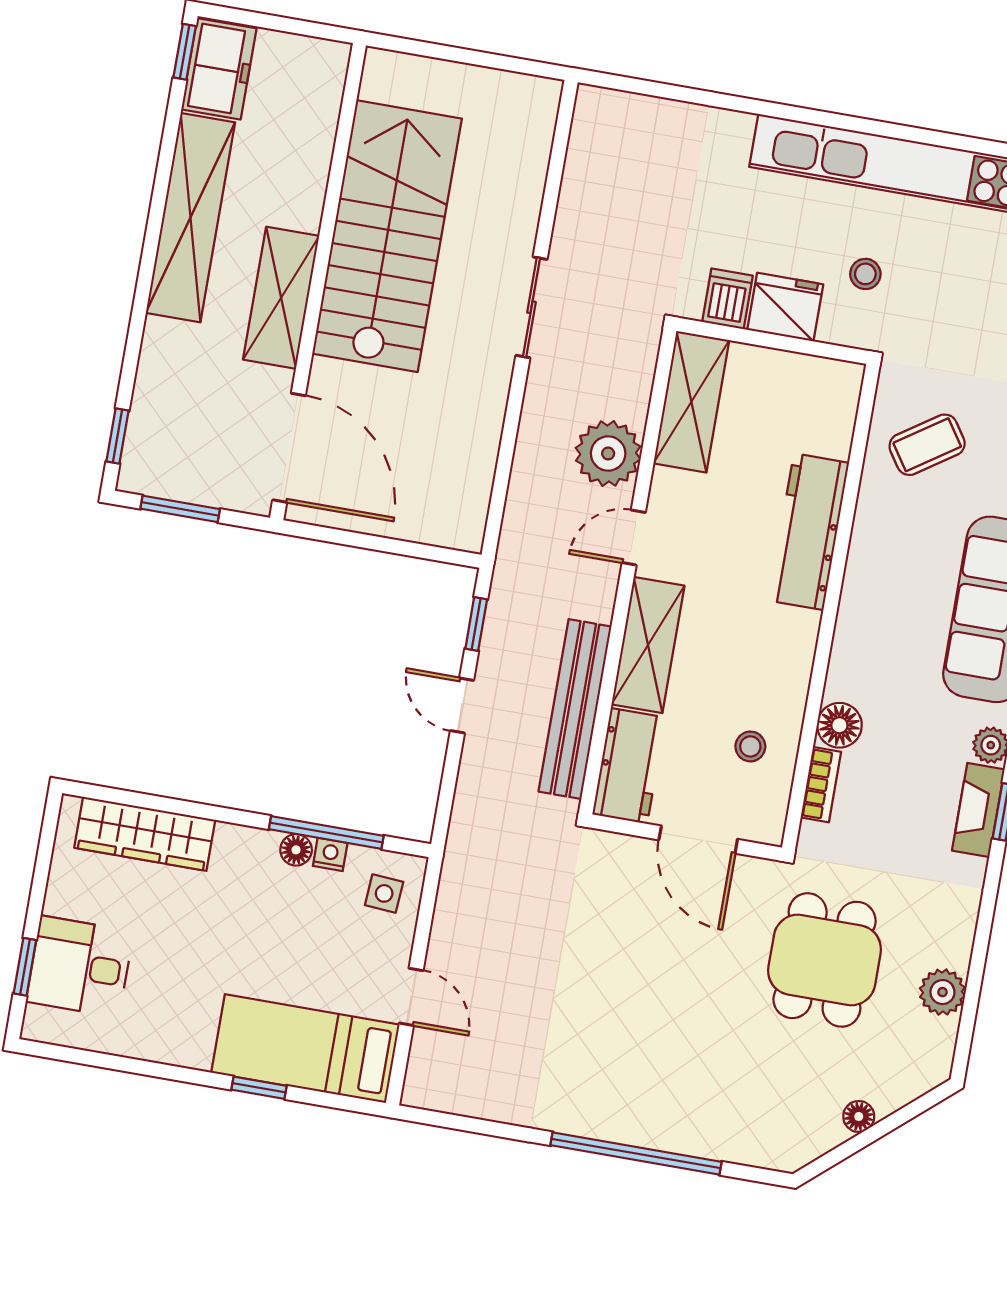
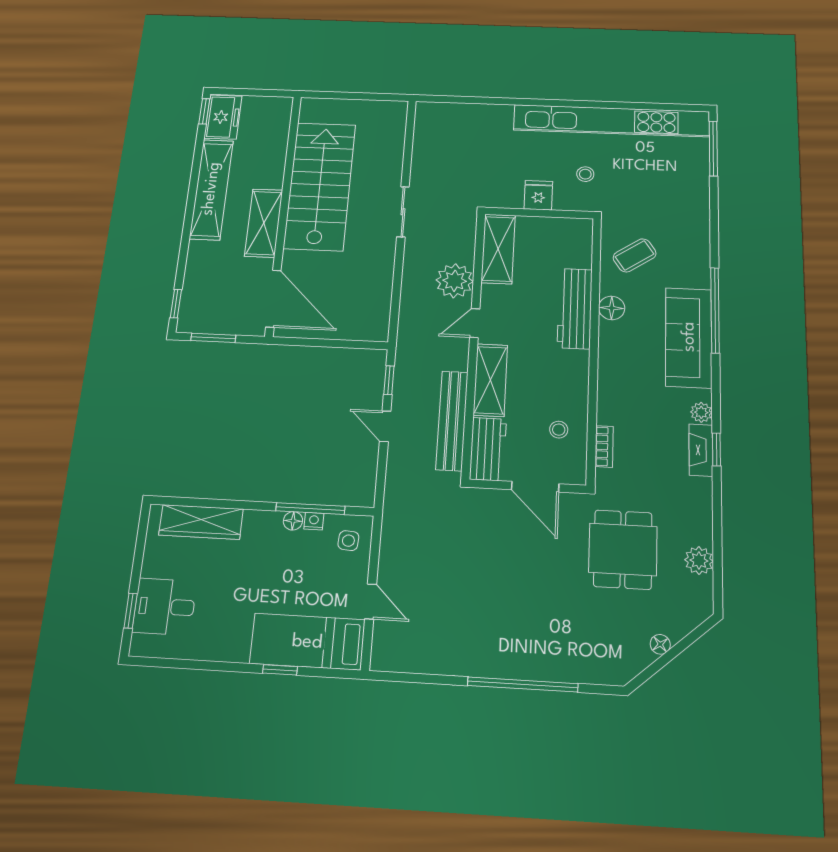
dishwasher: (727, 299) -> (511, 195), removed
fridge: (785, 307) -> (538, 195), width x0.72
floor lamp: (839, 725) -> (612, 308), moved

